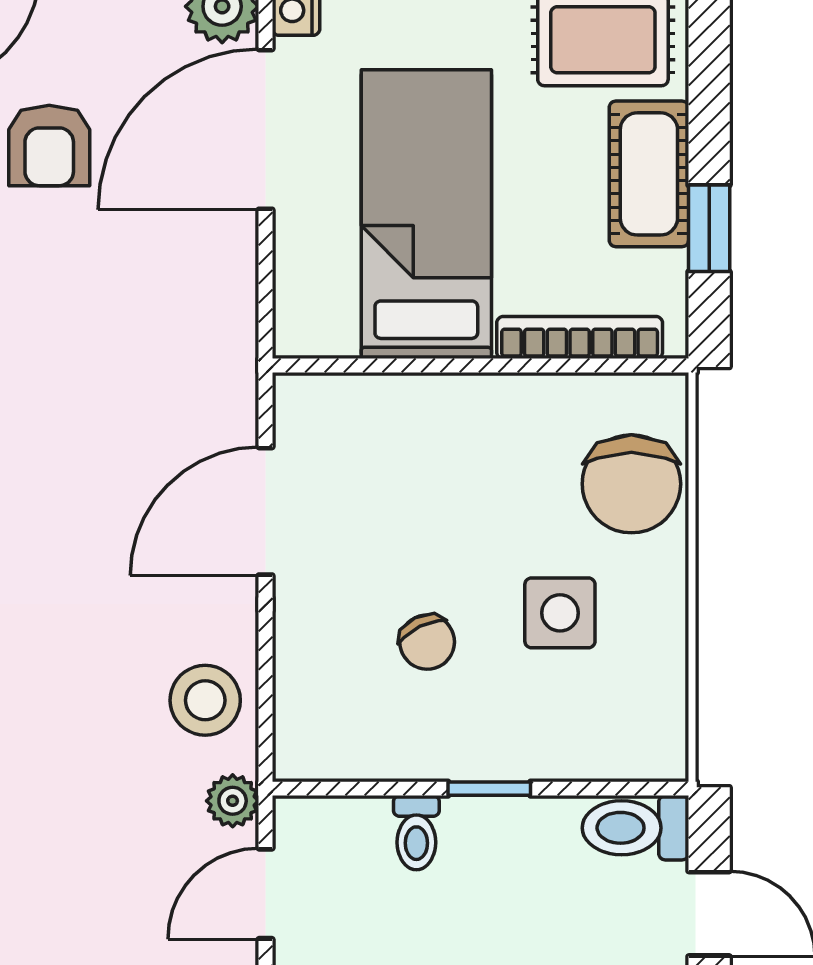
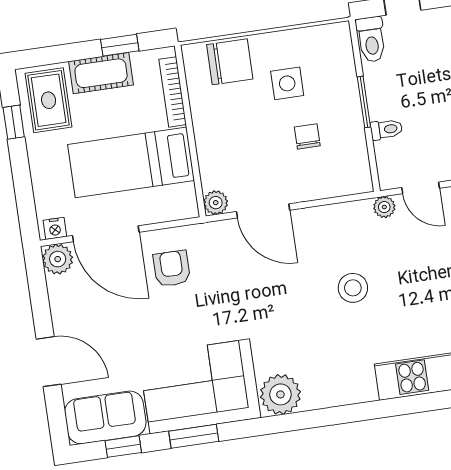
armchair: (49, 145) -> (172, 269), moved, turned -90
plant: (301, 402) -> (216, 203), added
chair: (427, 642) -> (307, 136), turned -64
stool: (205, 700) -> (353, 288), moved
window: (489, 789) -> (364, 102), width x1.50

